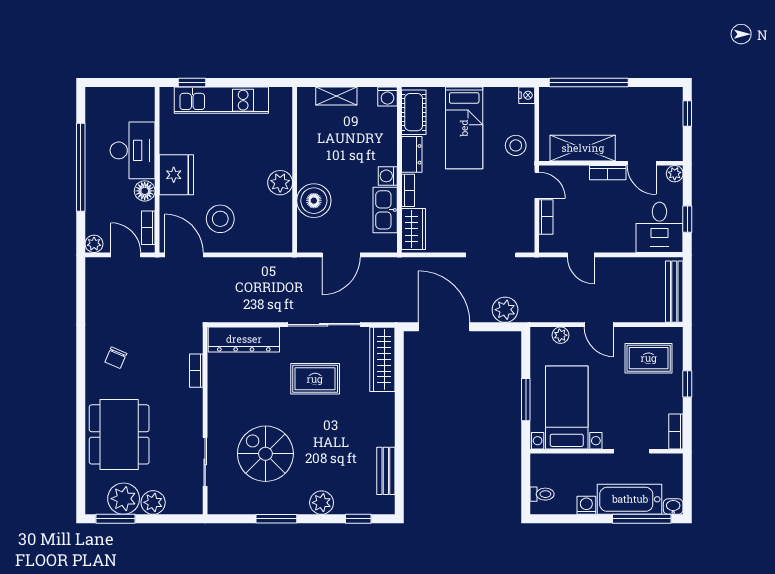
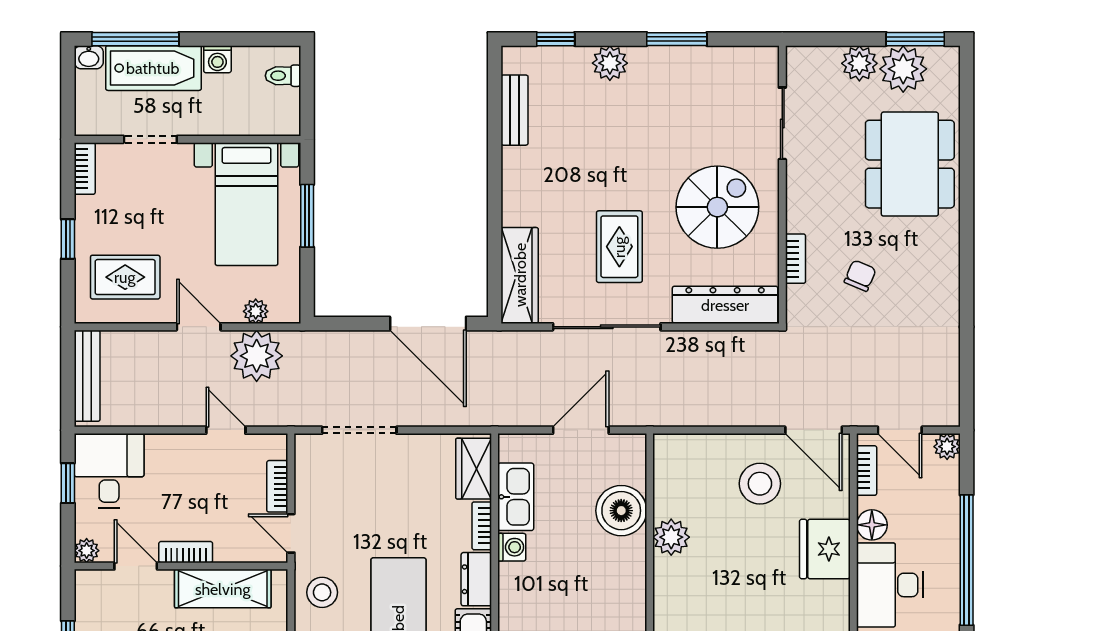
plant: (505, 310) -> (257, 356), moved, width x1.36, depth x1.36
chair: (116, 358) -> (860, 276), moved
rug: (315, 379) -> (619, 247), turned 90
spiral stairs: (265, 454) -> (717, 207), moved, turned -90

